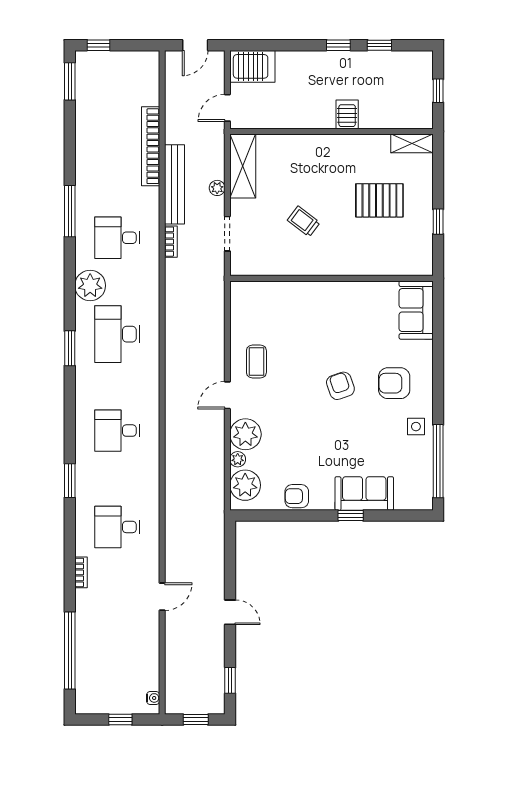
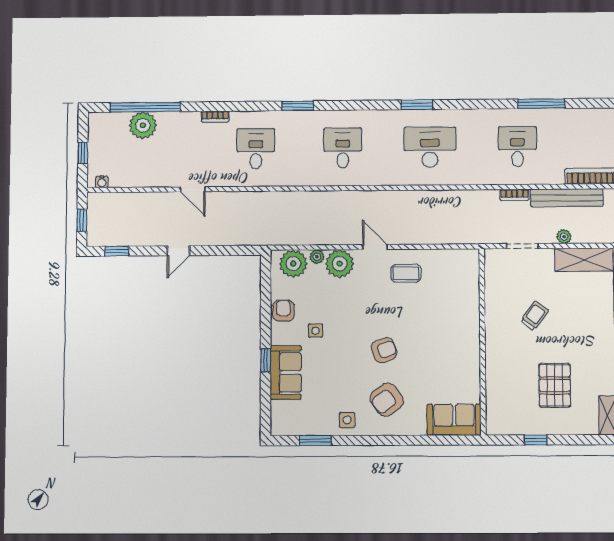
plant: (90, 286) -> (143, 125), moved
armchair: (394, 383) -> (387, 400), turned -126
side table: (319, 461) -> (316, 331), added
window: (438, 461) -> (315, 441), width x0.47

